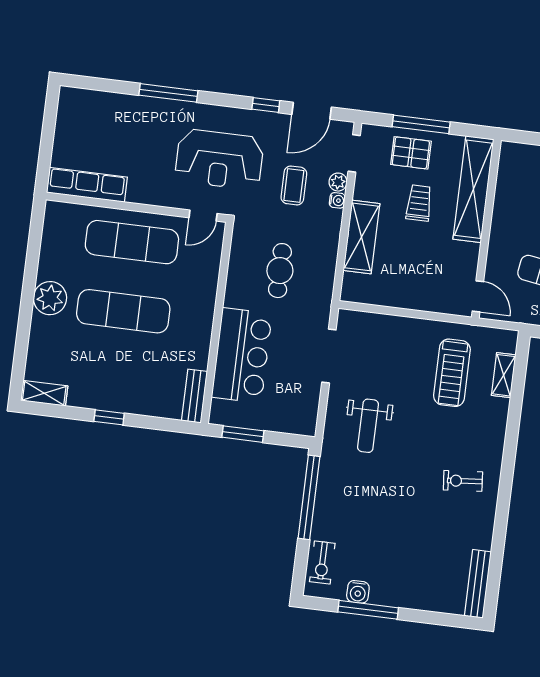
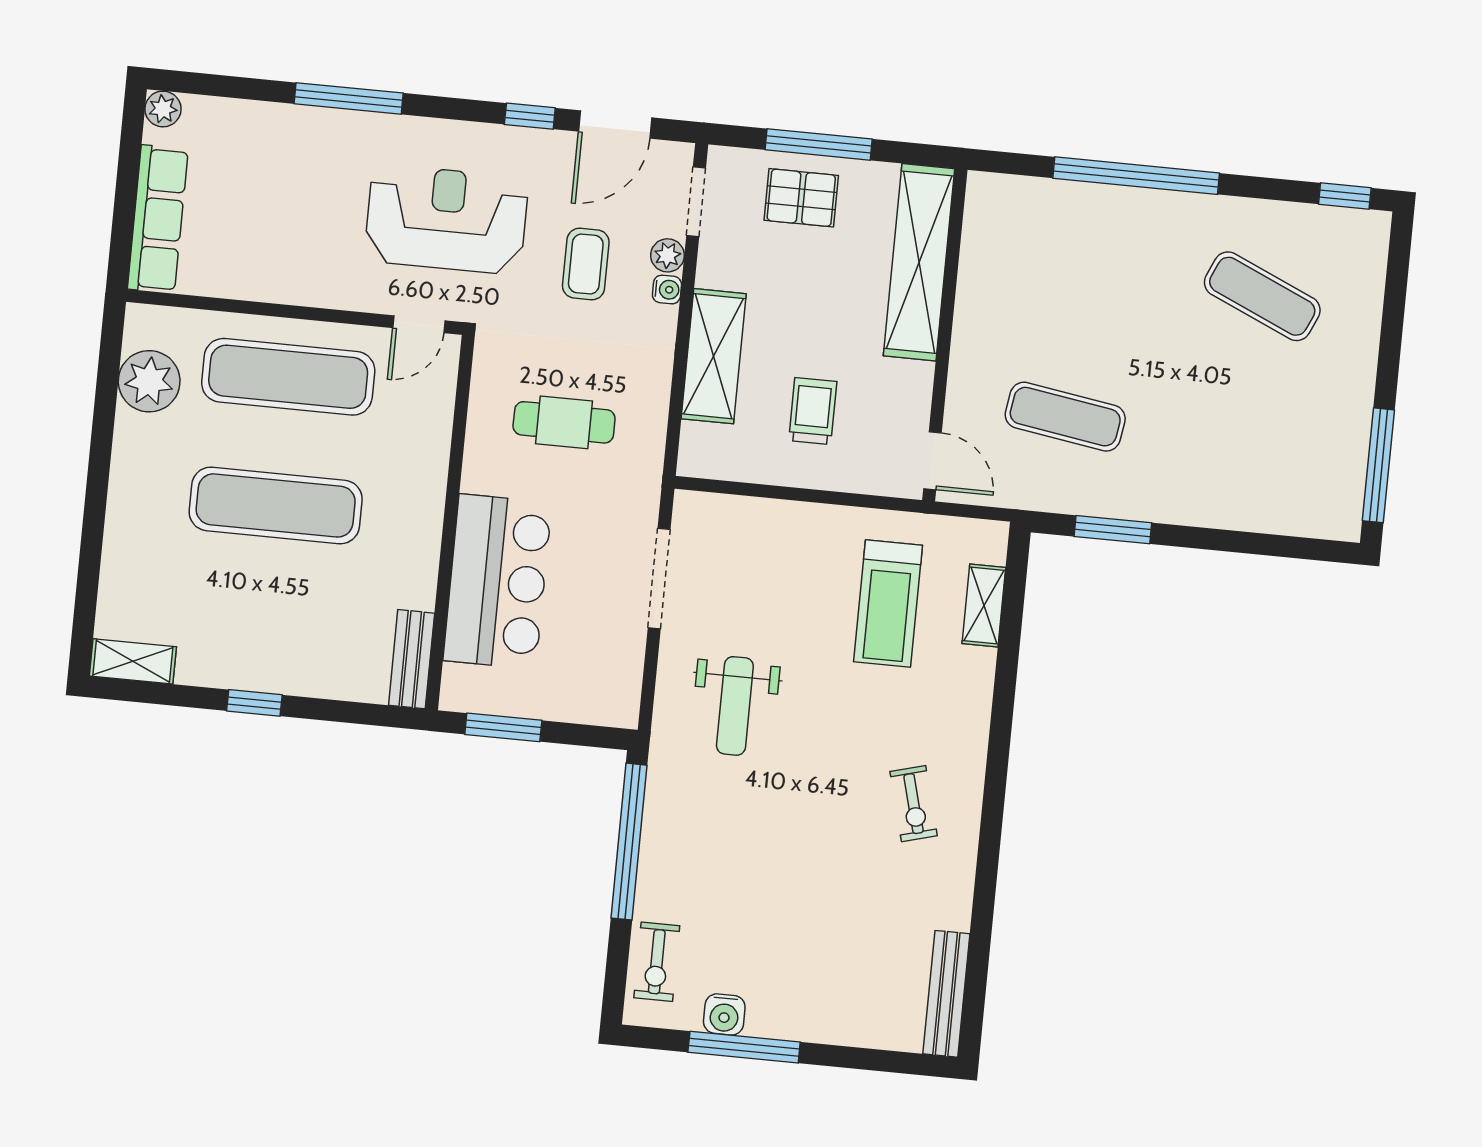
plant: (68, 96) -> (163, 109), added
reception desk: (219, 159) -> (446, 219), turned 180
row of seats: (87, 185) -> (158, 219), moved, turned 90
trolley: (419, 203) -> (813, 411), moved
cafe table: (280, 271) -> (564, 422), turned 90
plant: (50, 298) -> (149, 381), moved
exercise bike: (463, 481) -> (914, 804), turned -100

